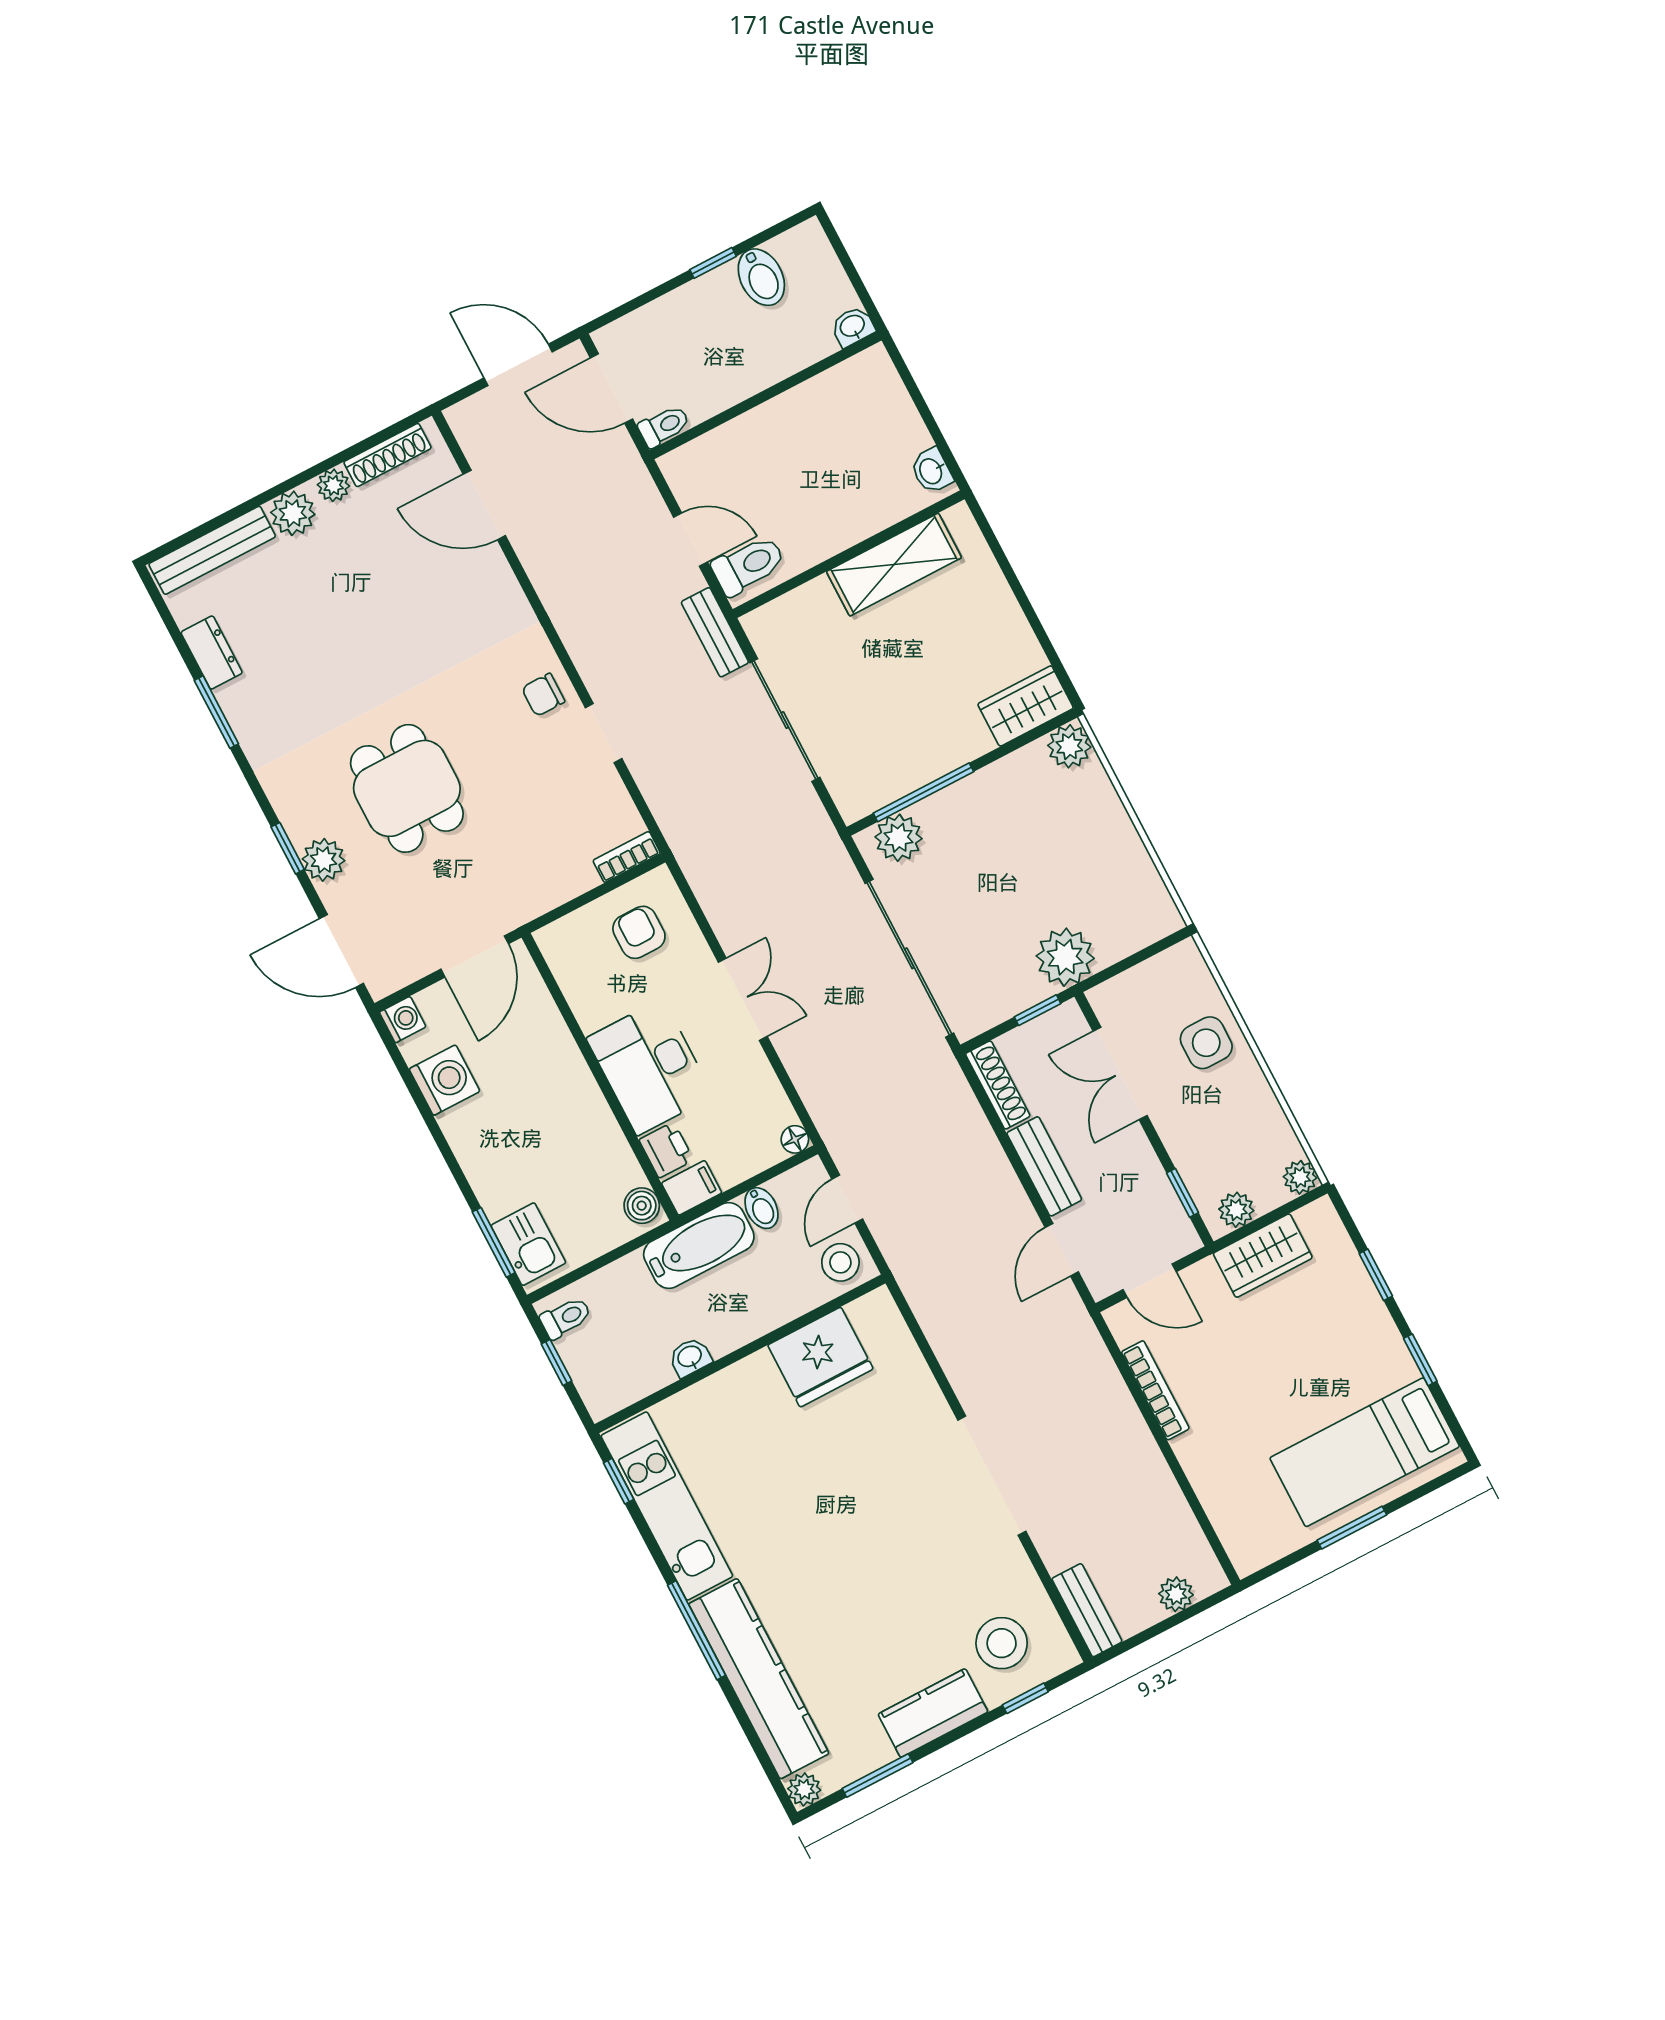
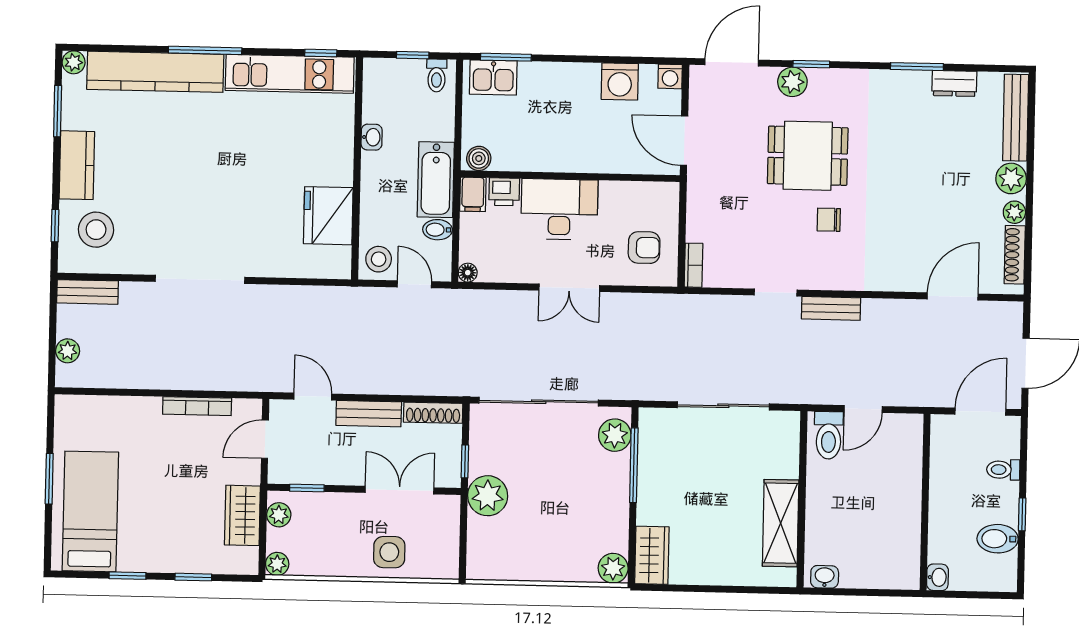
toilet: (664, 426) -> (1003, 470), moved, turned 90
bench: (715, 632) -> (831, 308), moved
chair: (543, 695) -> (829, 220), moved, turned -90

